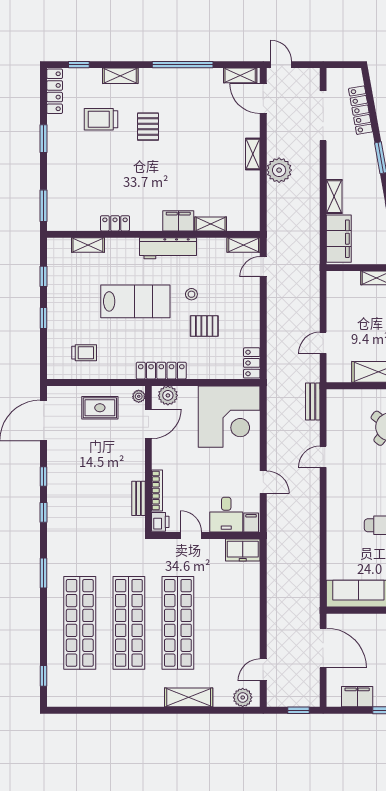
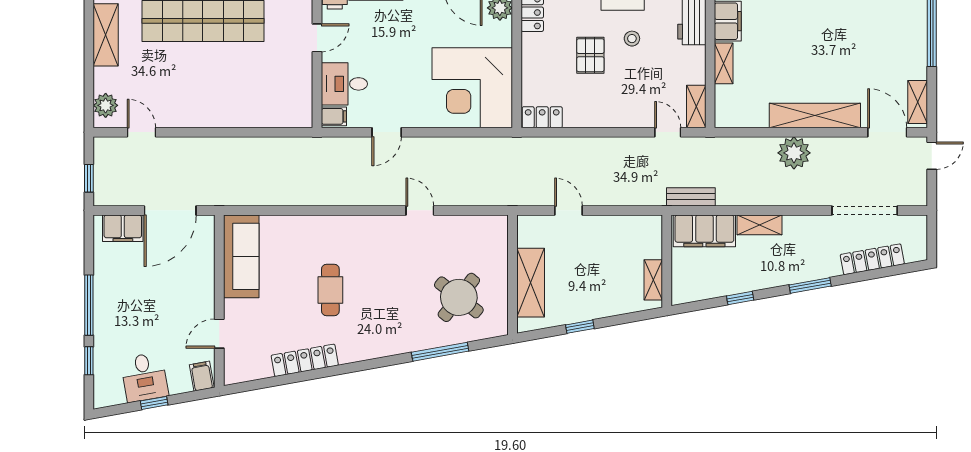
door: (263, 99) -> (887, 132), hinge flipped
shelving: (253, 154) -> (815, 115), width x2.20, depth x1.33
bench: (313, 401) -> (691, 197), moved
freezer: (243, 550) -> (298, 106), removed
filing cabinet: (357, 697) -> (123, 228), moved, turned 90

